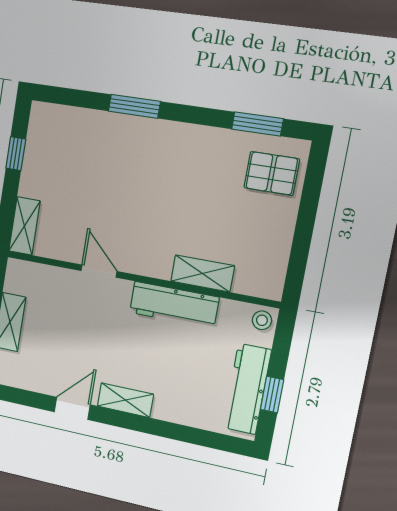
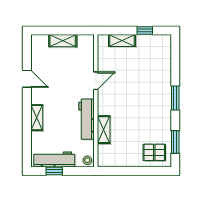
window: (134, 106) -> (175, 98), moved
pallet: (272, 173) -> (154, 152), turned 90
shelving: (24, 226) -> (122, 41), moved
shelving: (125, 400) -> (37, 118), moved

